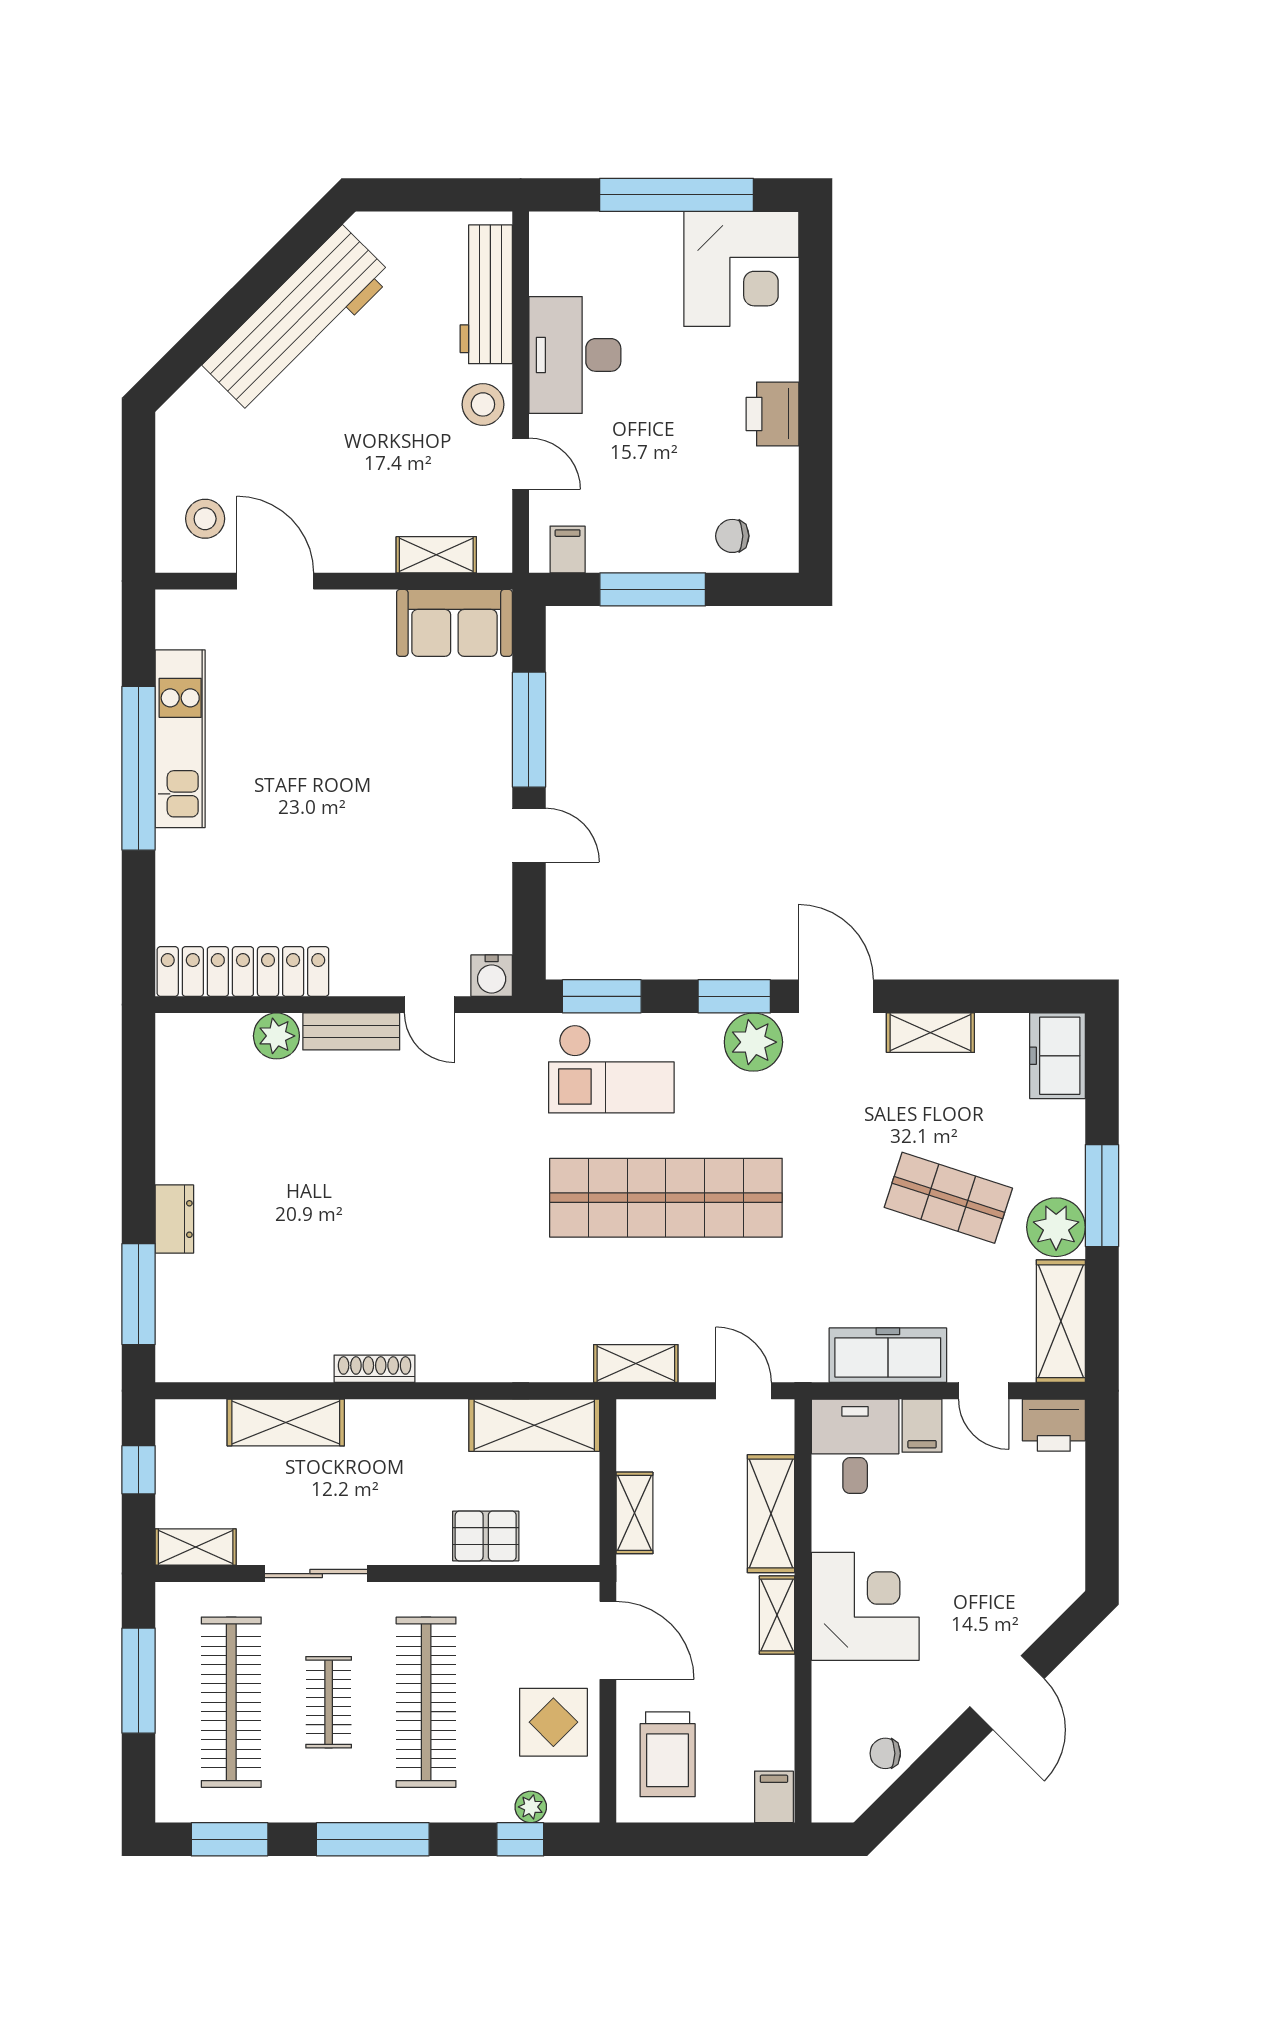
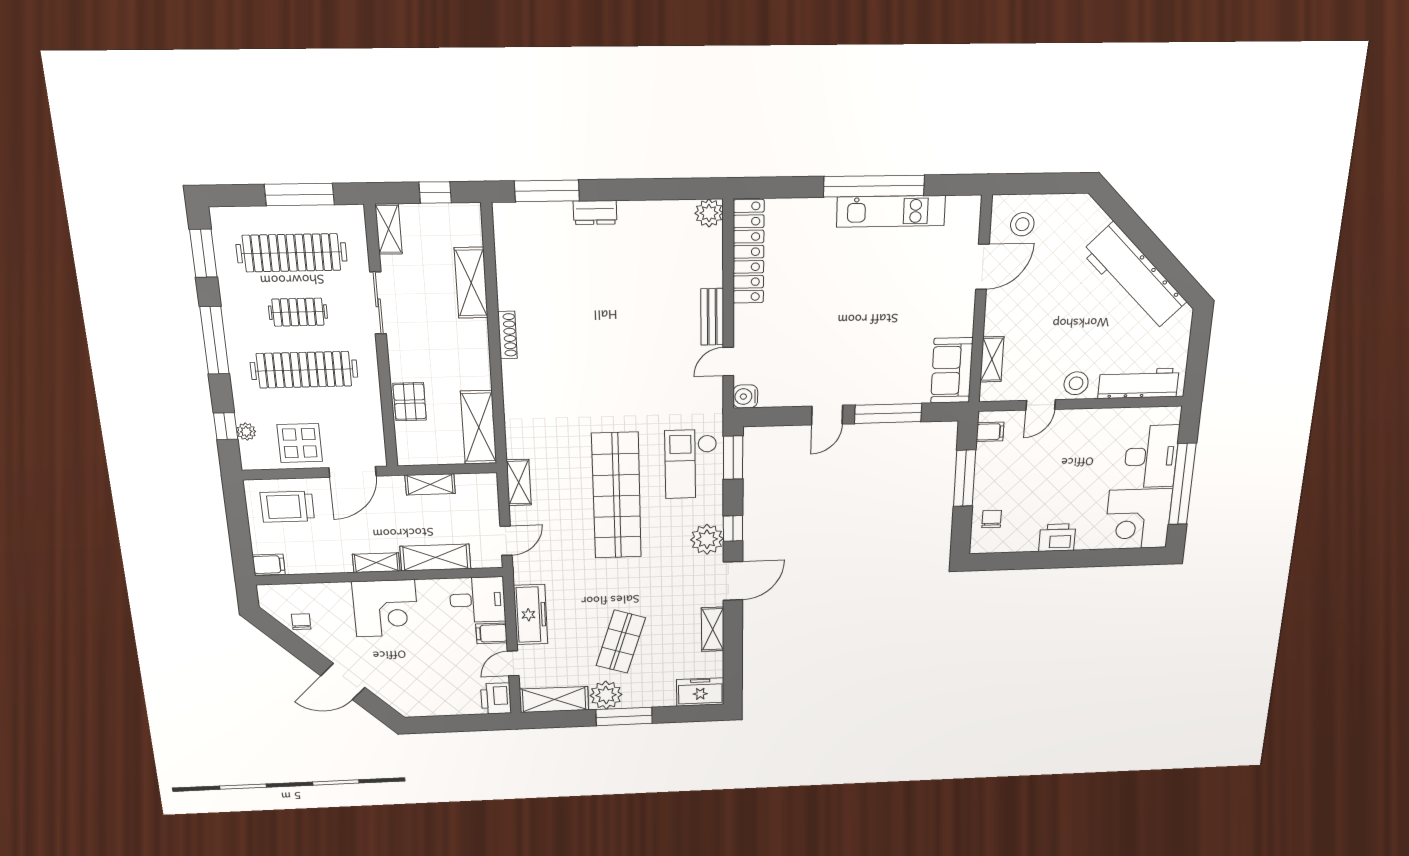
desk: (575, 355) -> (1151, 456), moved, turned 90
window: (734, 996) -> (733, 528), width x0.67
plant: (276, 1036) -> (709, 213), moved

